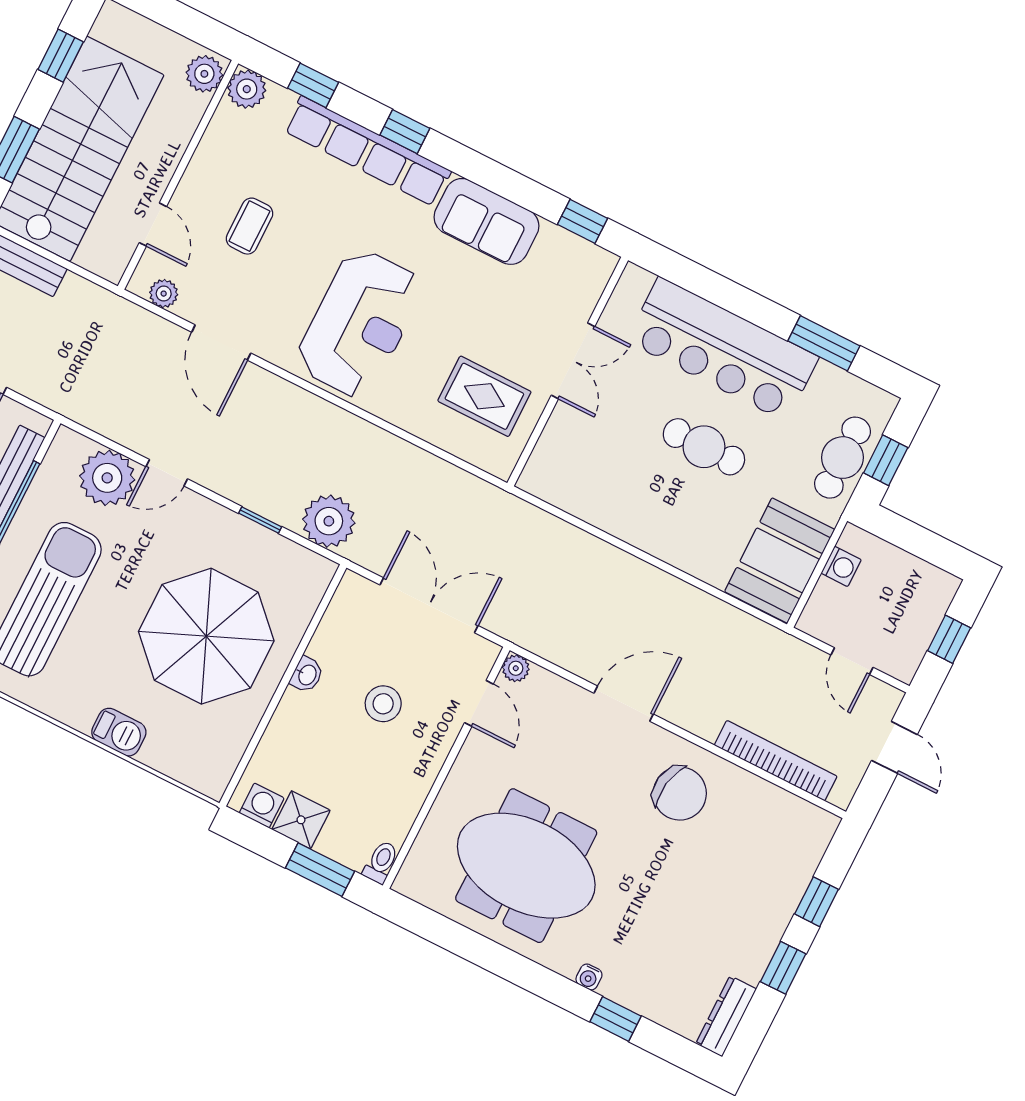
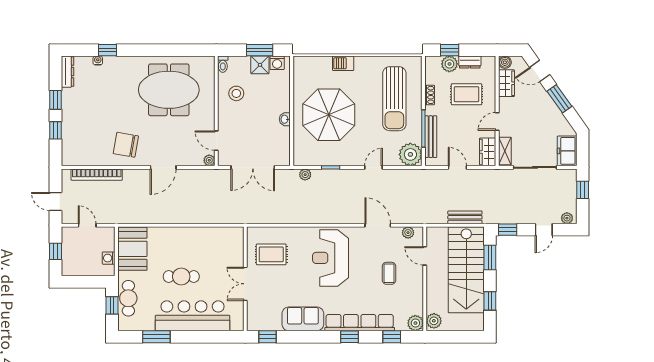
plant: (107, 478) -> (410, 154), moved
plant: (329, 521) -> (305, 175), width x0.53, depth x0.53
stool: (383, 704) -> (236, 93), moved
window: (320, 870) -> (260, 50), moved
water cooler: (589, 977) -> (98, 61), moved

